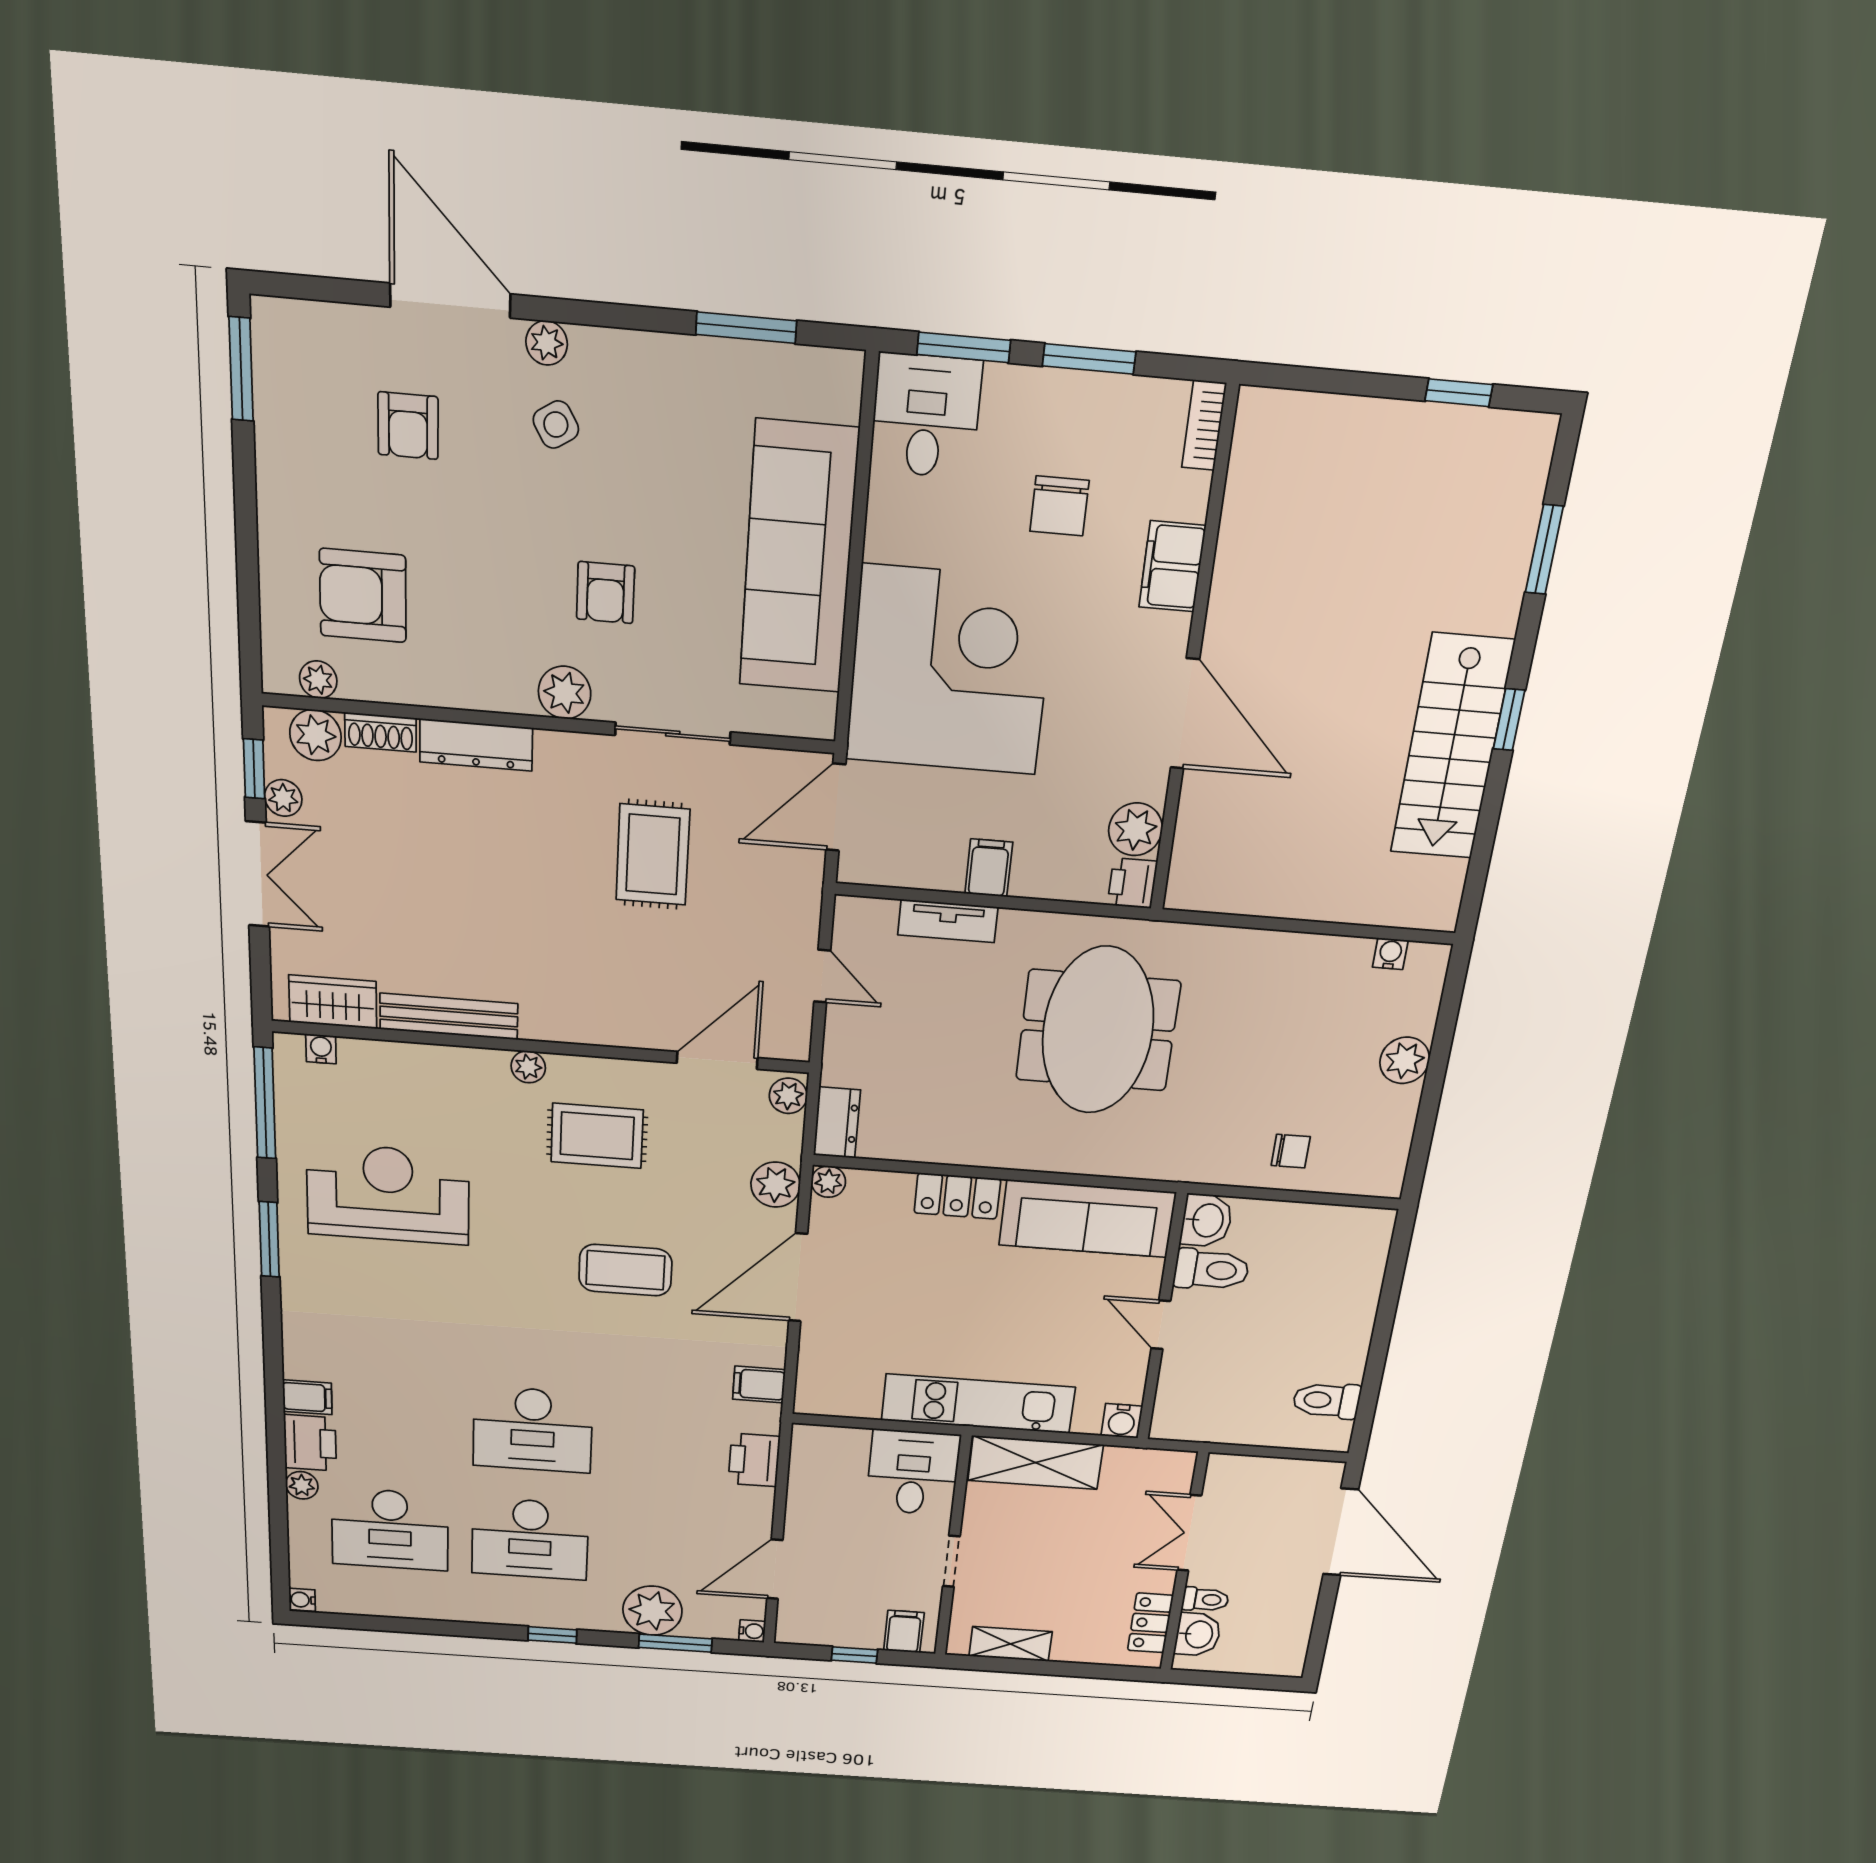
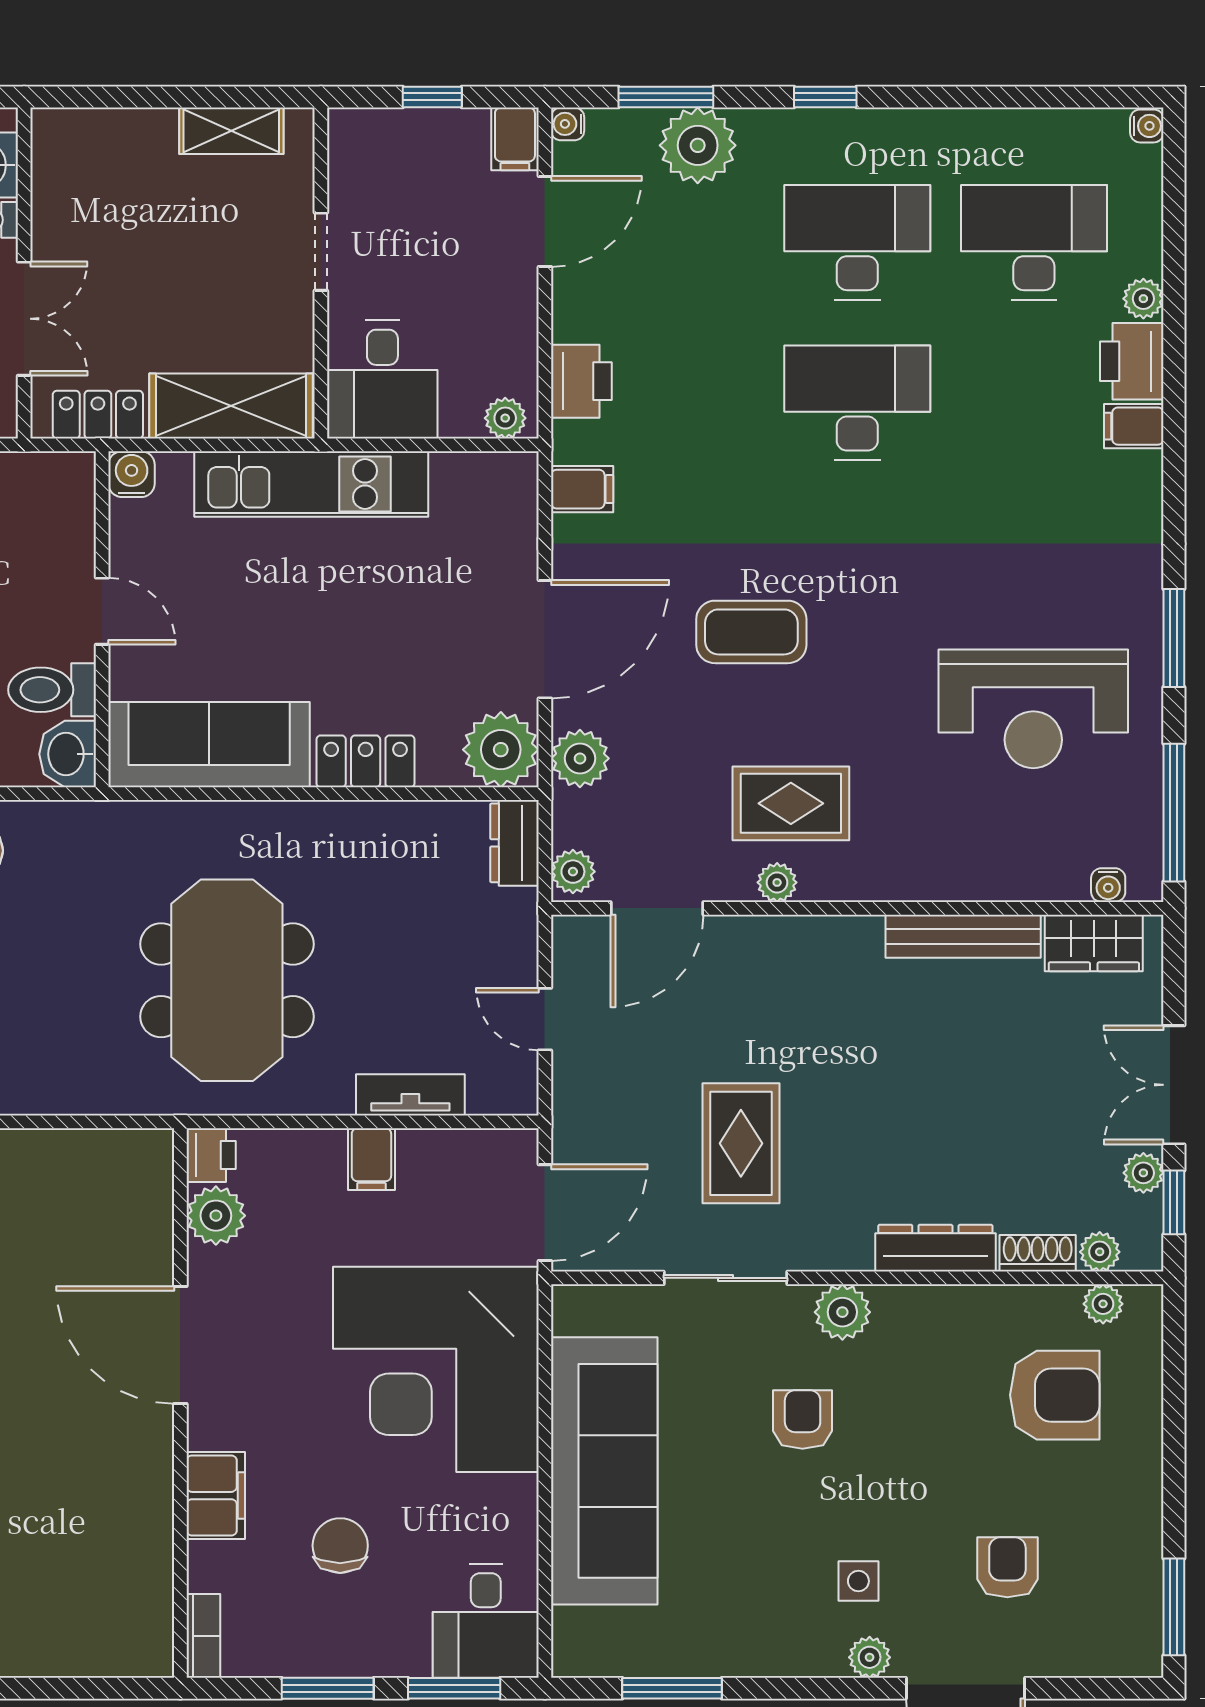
side table: (556, 425) -> (858, 1581), turned 31
plant: (315, 735) -> (1100, 1252), width x0.73, depth x0.73
plant: (528, 1067) -> (777, 882), moved
plant: (828, 1182) -> (501, 750), width x1.88, depth x1.88
plant: (817, 1439) -> (505, 418), added
locker: (1150, 1623) -> (98, 415), moved, turned -90
filing cabinet: (904, 1632) -> (515, 139), moved

